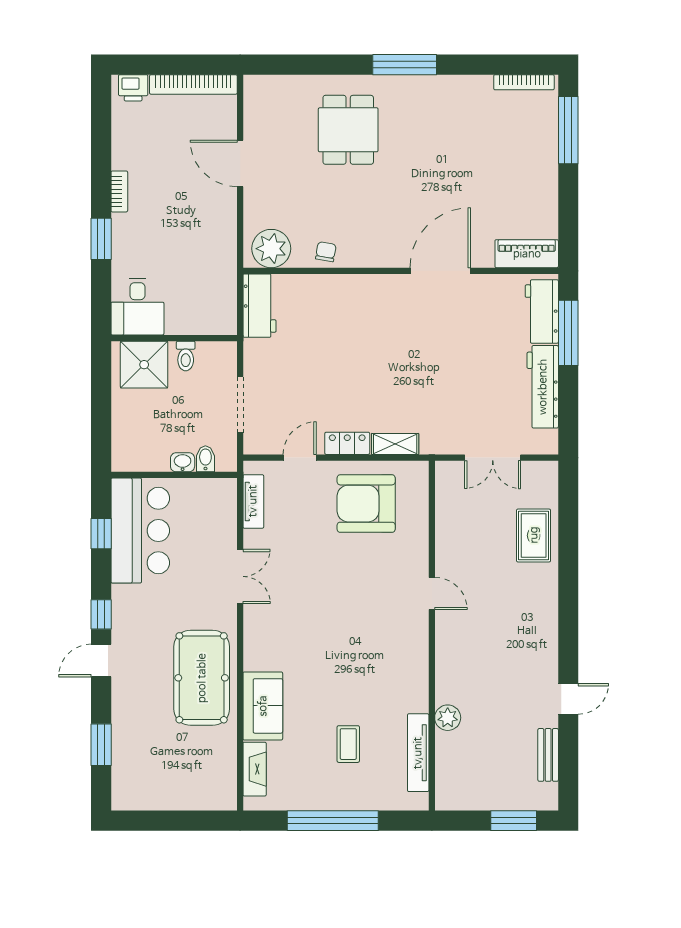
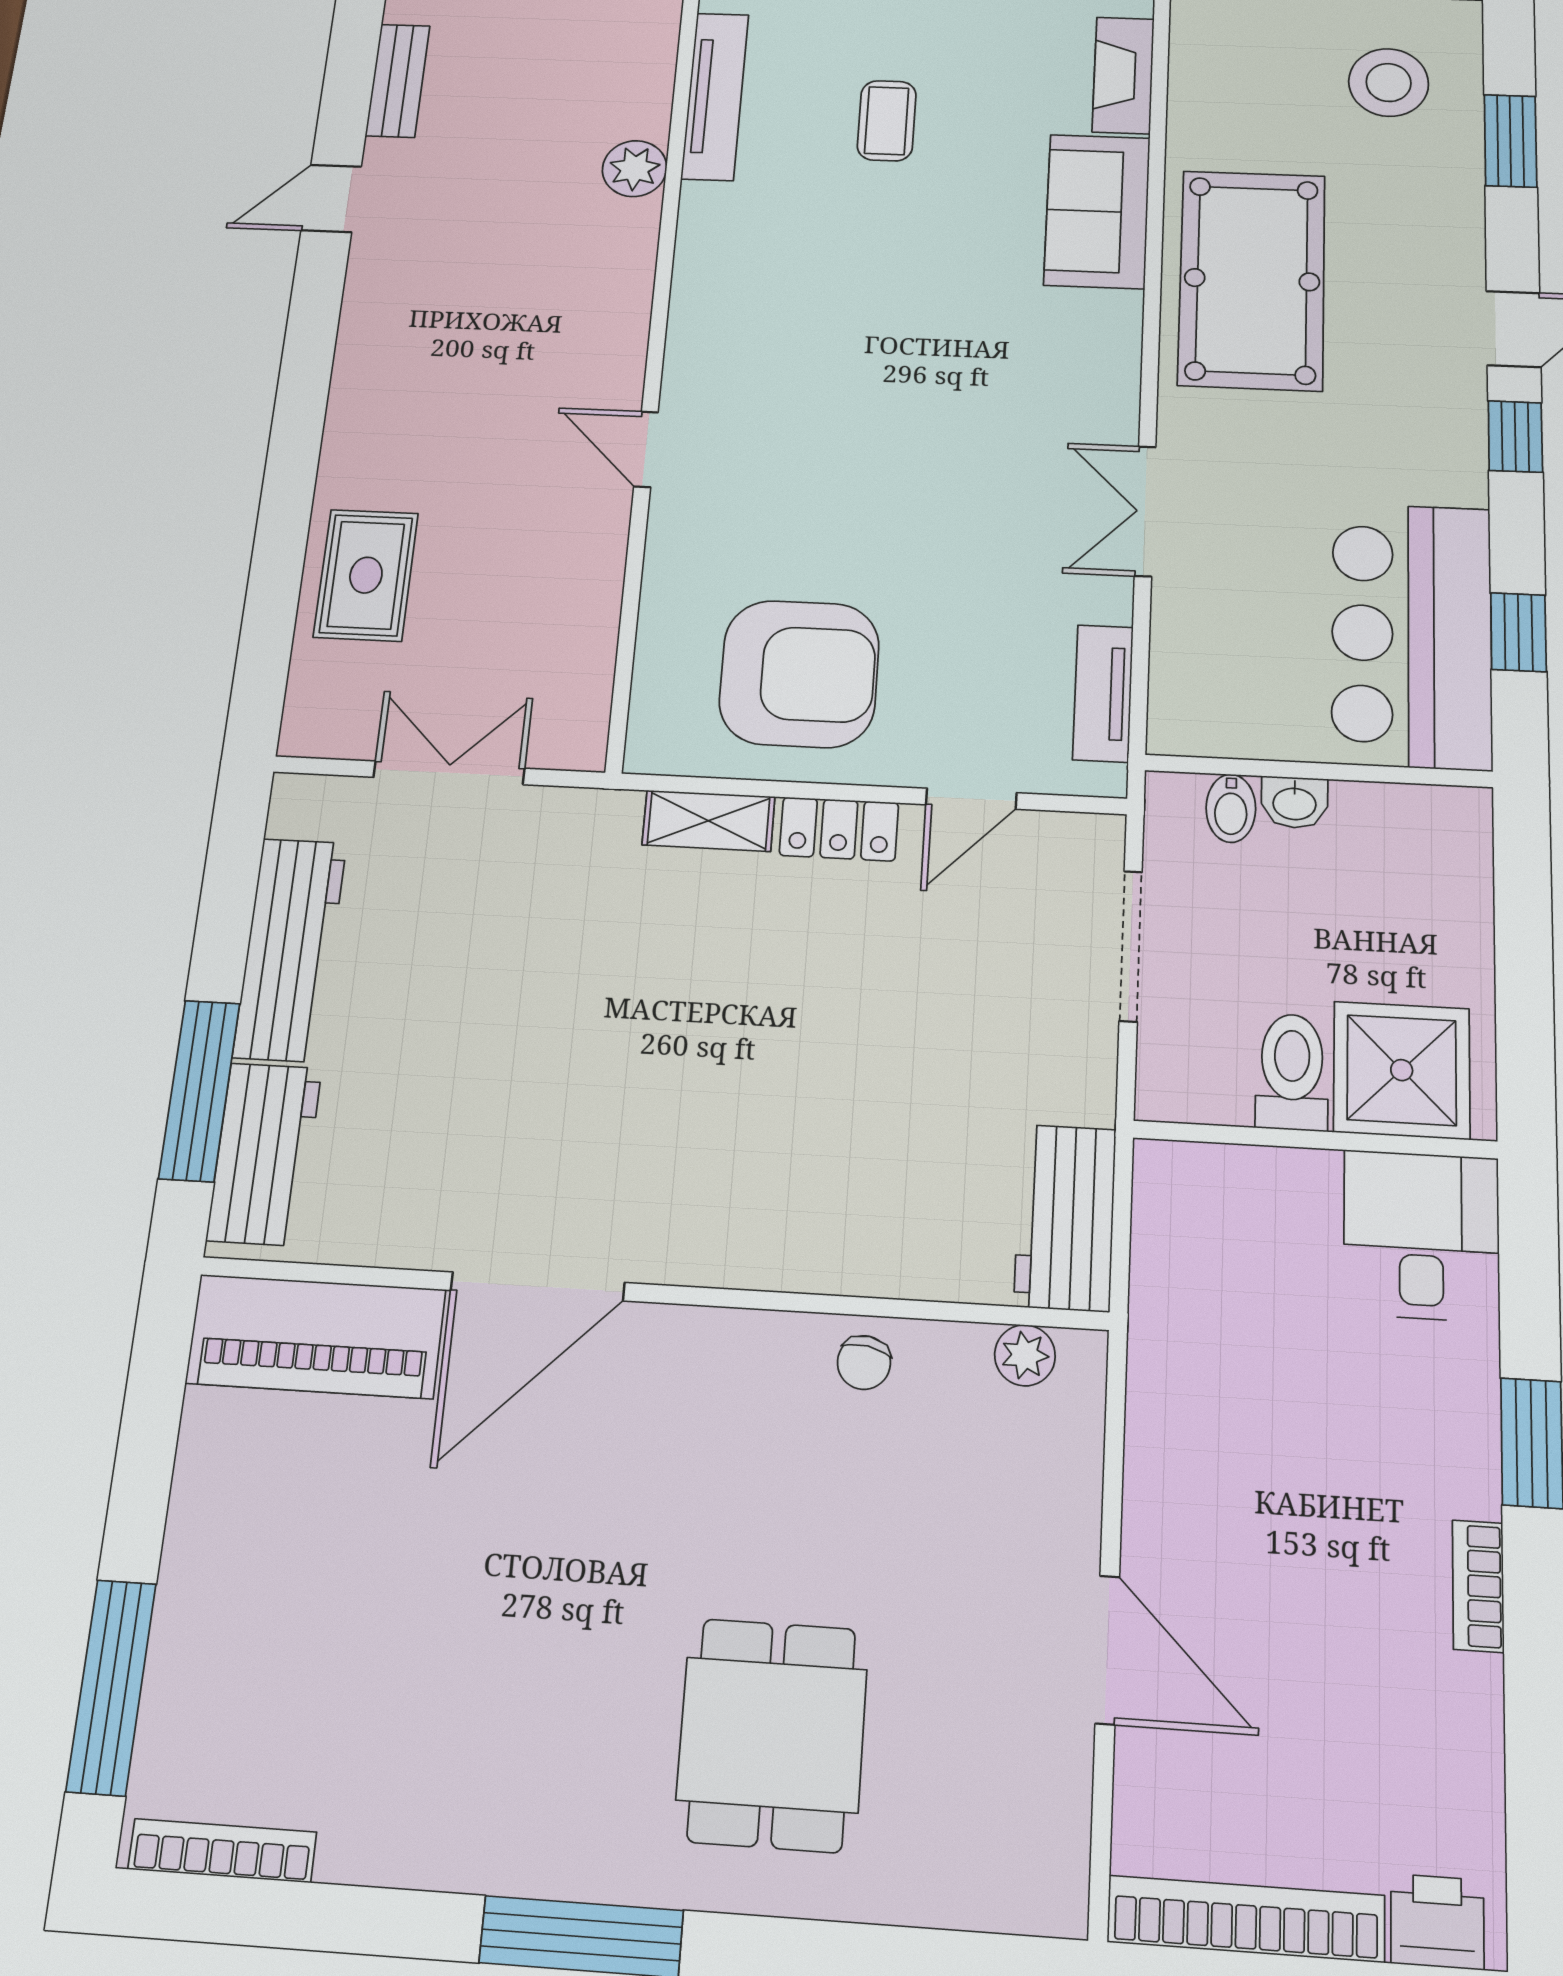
plant: (271, 249) -> (1025, 1355), width x0.53, depth x0.53
piano: (527, 254) -> (316, 1336), width x1.37, depth x1.33
toilet: (186, 356) -> (1292, 1072), width x1.37, depth x1.39
stool: (149, 770) -> (1389, 83), added

